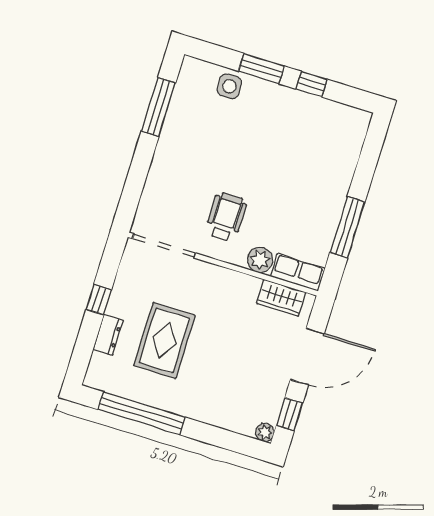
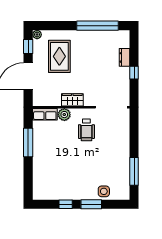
wardrobe: (281, 298) -> (72, 100), moved
rug: (164, 340) -> (59, 56), moved

